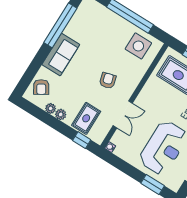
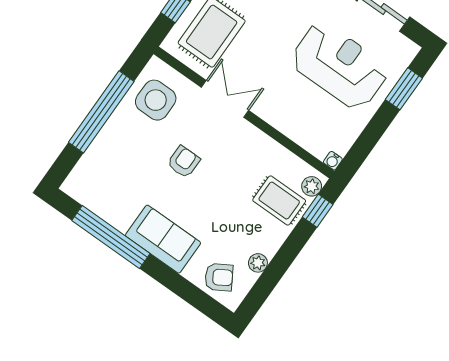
armchair: (108, 81) -> (184, 162), moved, turned 106
plant: (61, 114) -> (312, 186), moved
double door: (123, 114) -> (225, 99), moved

